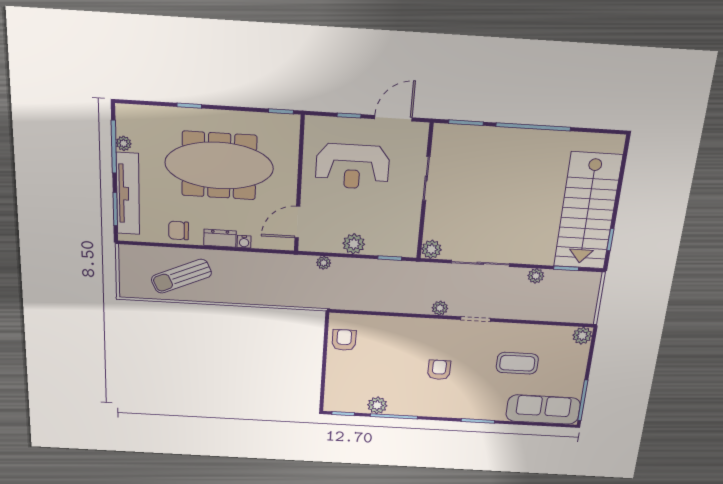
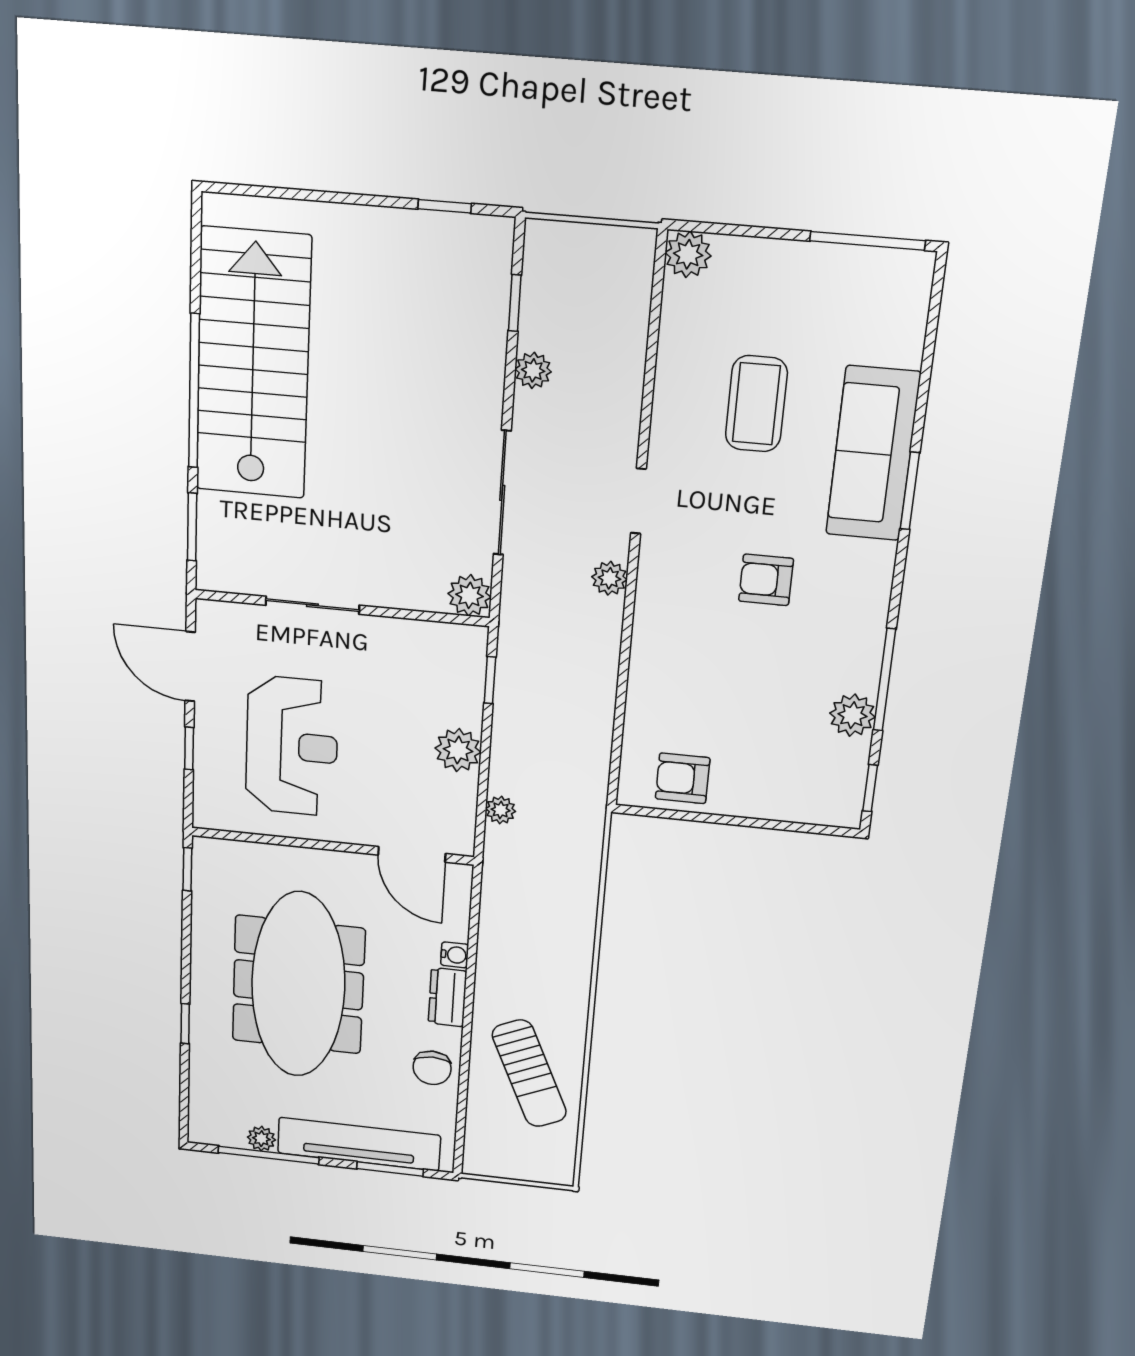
stairs: (588, 211) -> (253, 364), moved, turned -90
sofa: (543, 410) -> (873, 454), moved

